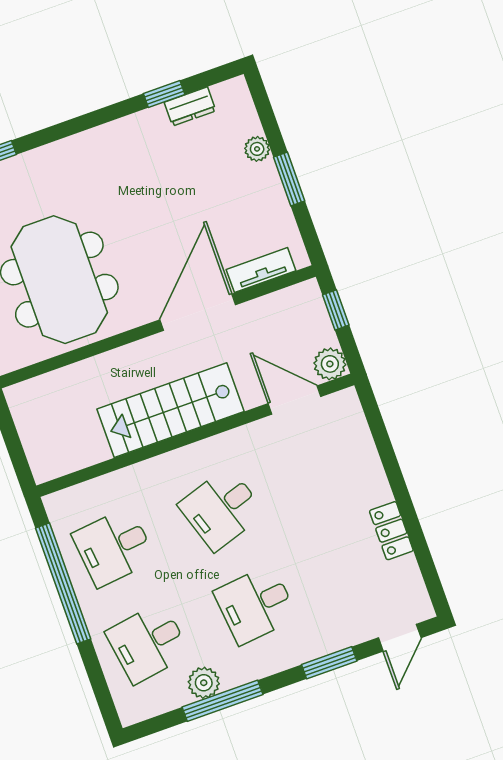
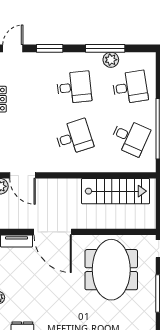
door: (198, 312) -> (53, 232), hinge flipped
stairs: (170, 410) -> (116, 191), moved
desk: (114, 547) -> (130, 137), turned 30

